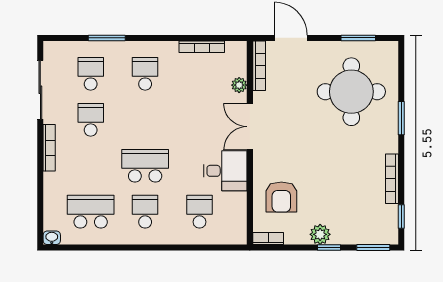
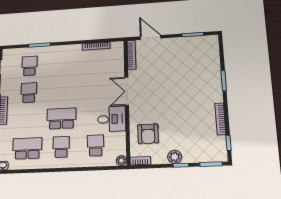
school desk: (145, 74) -> (62, 64), removed
plant: (239, 85) -> (121, 161), moved
round table: (351, 92) -> (190, 66), removed

